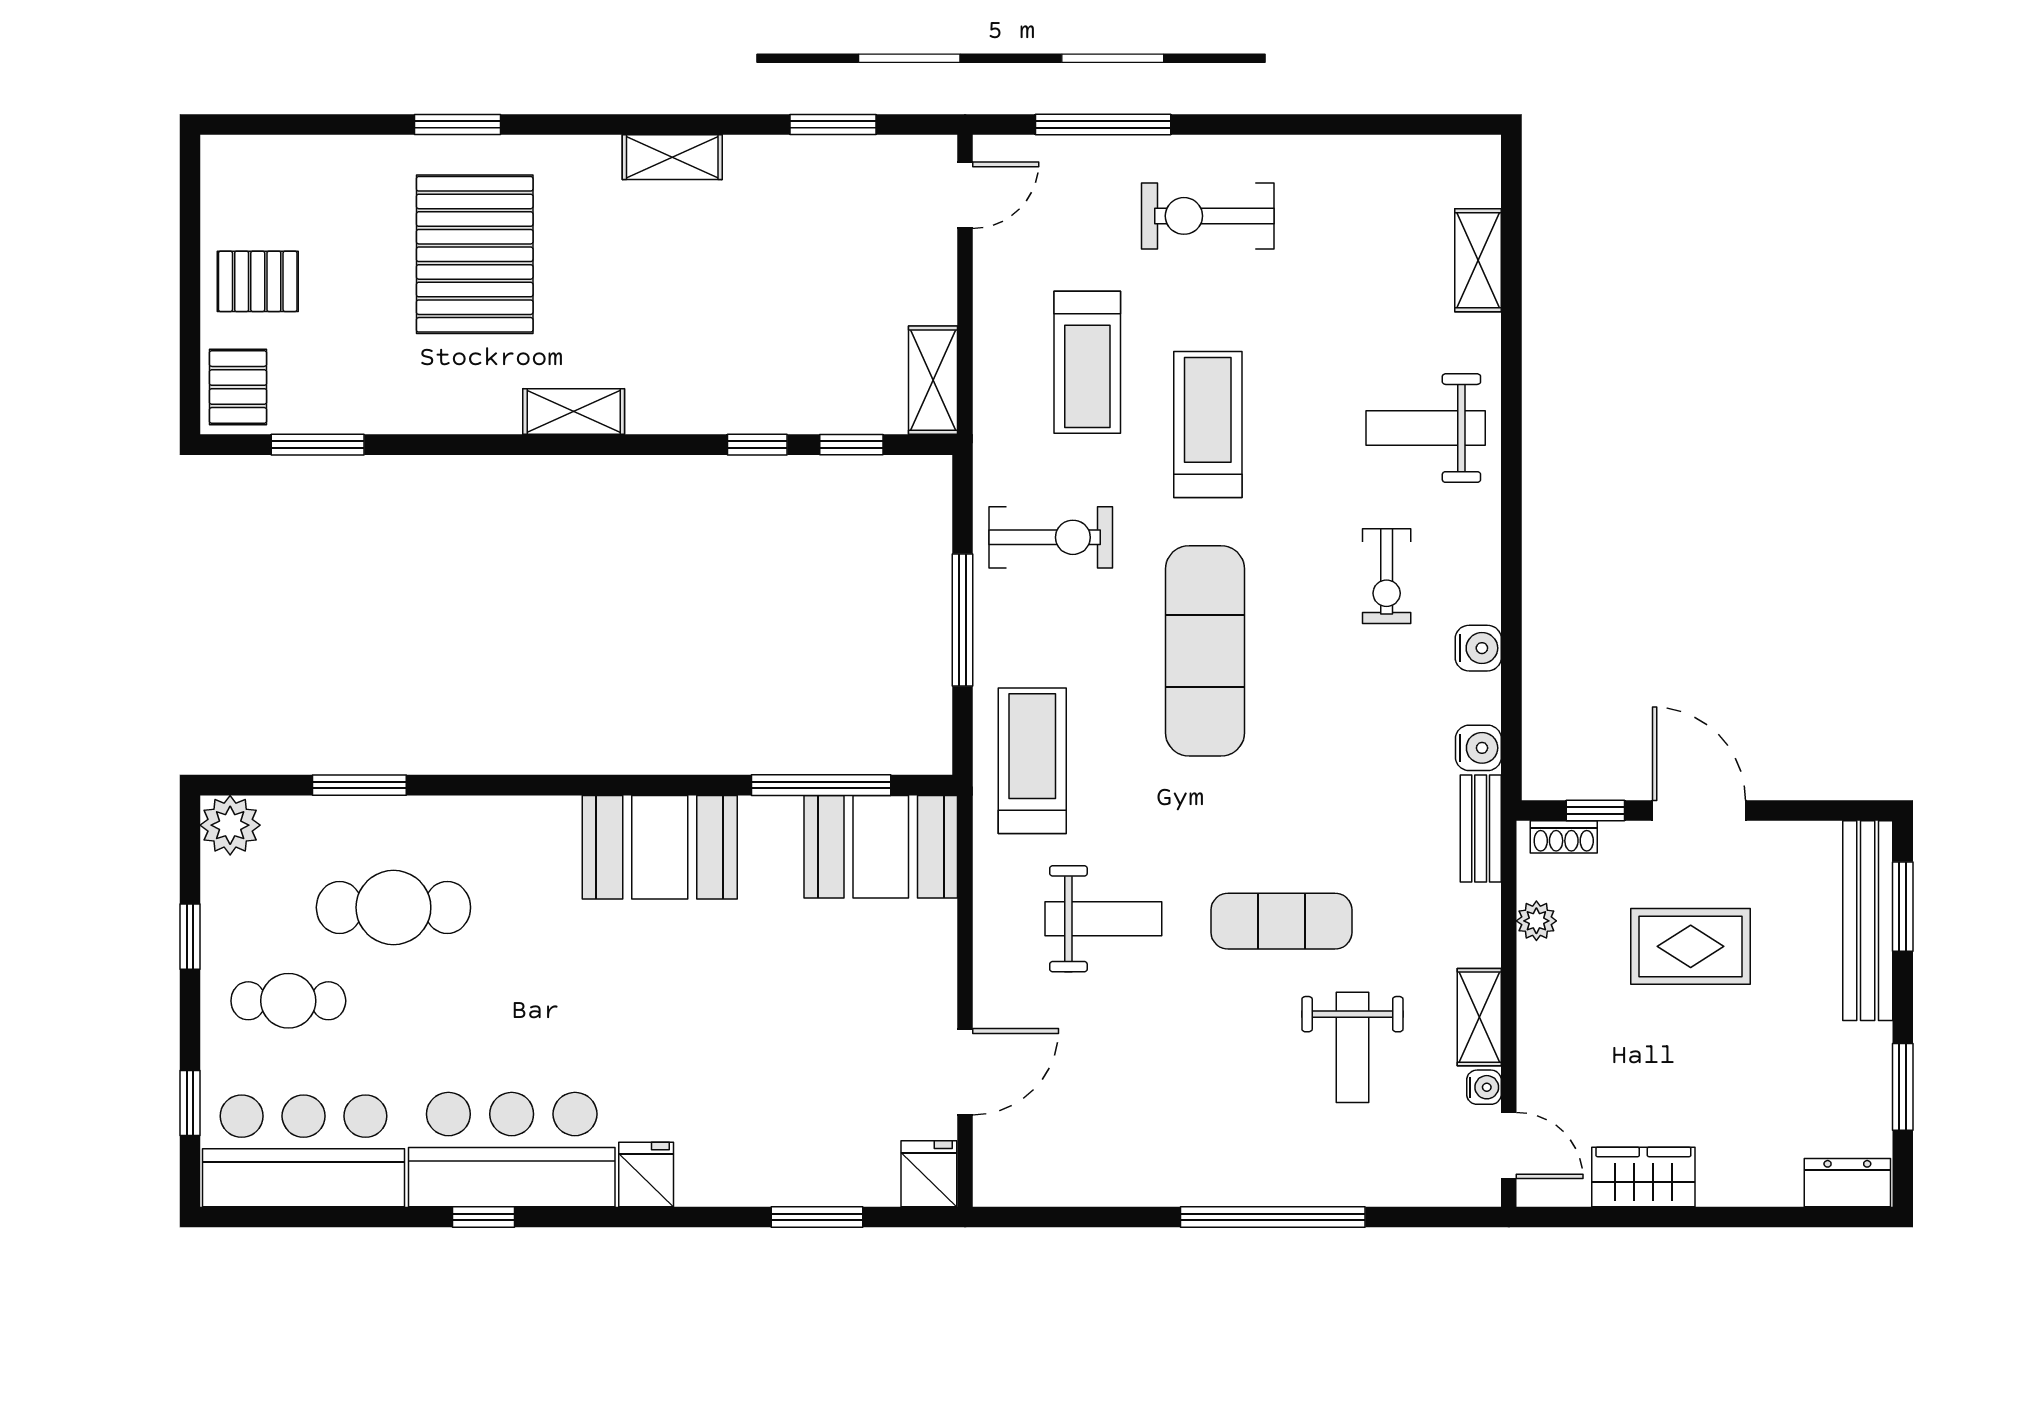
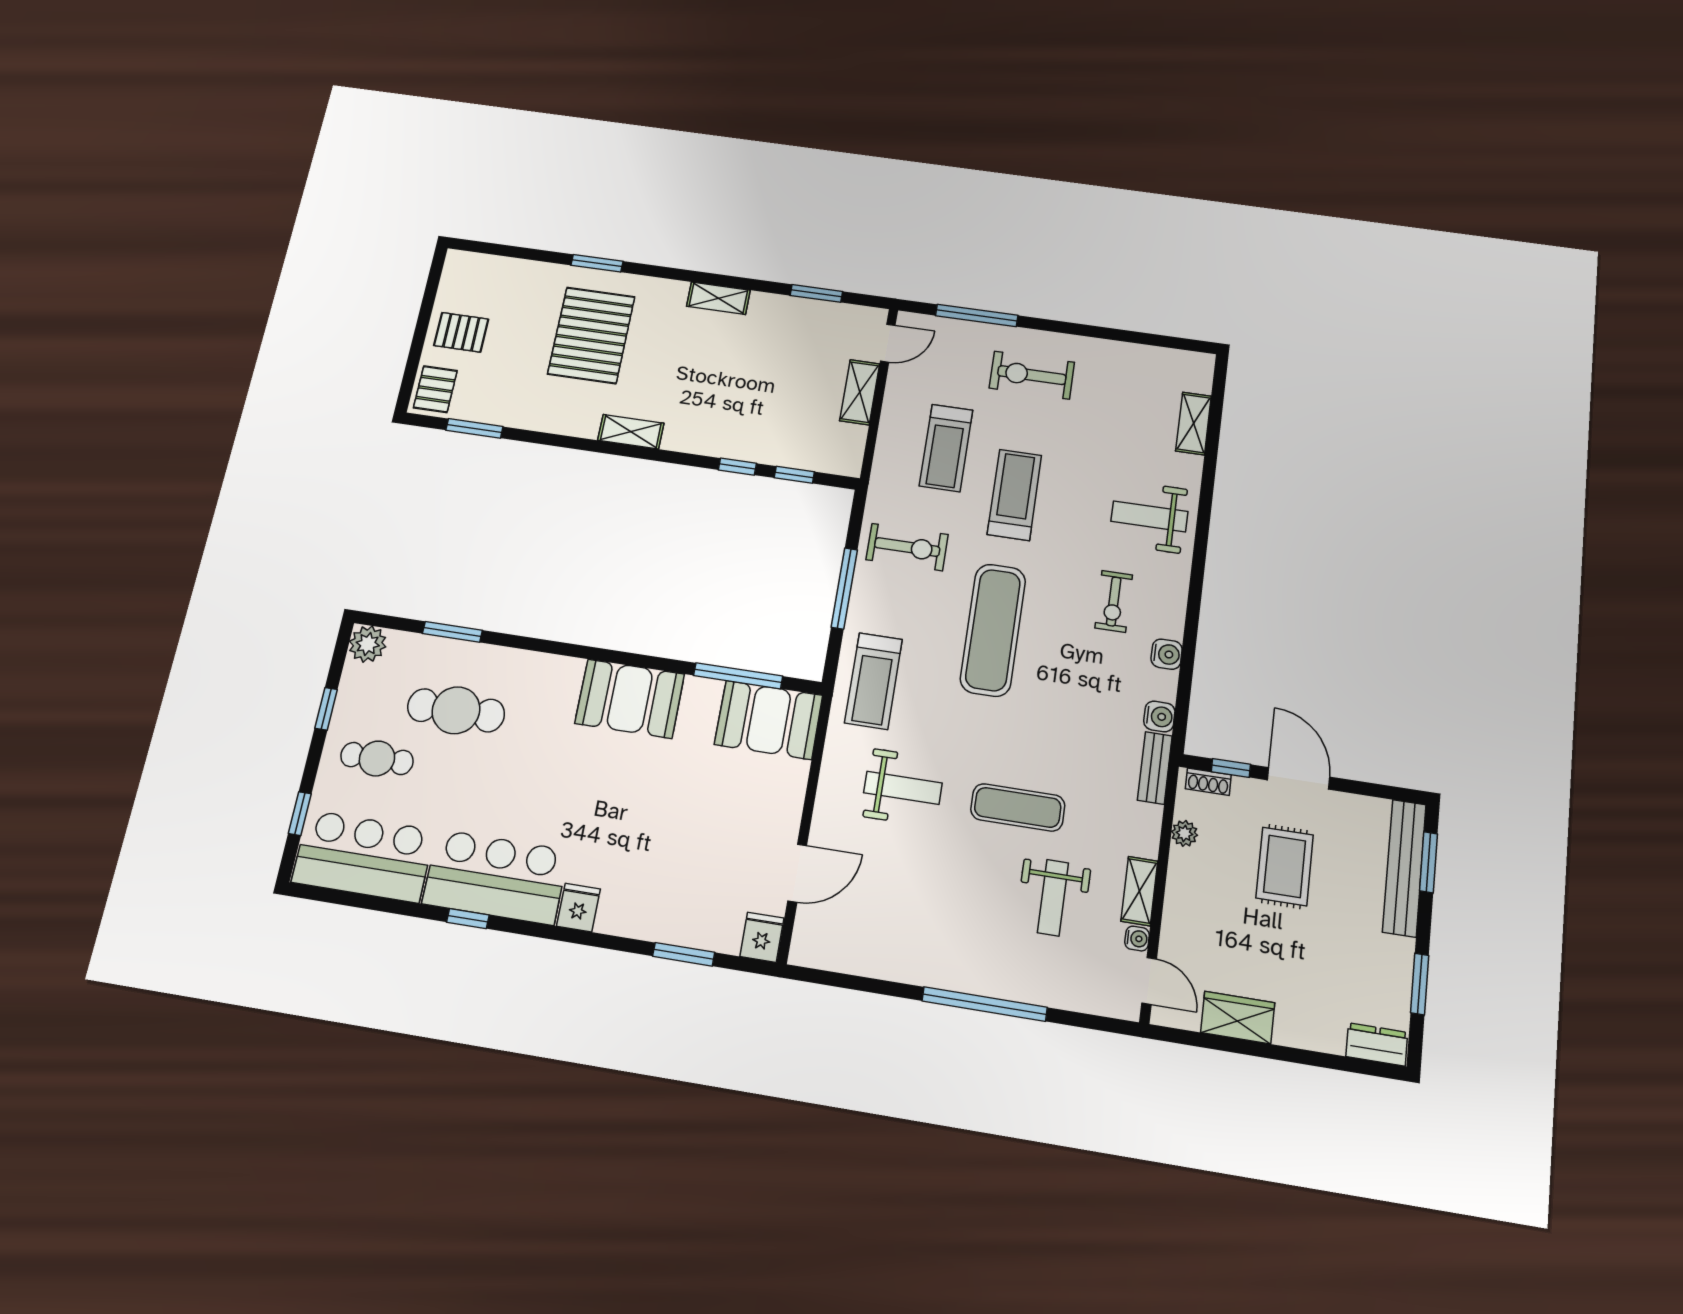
shelving: (933, 380) -> (860, 392), moved
treadmill: (1032, 761) -> (873, 681), turned 180
rug: (1691, 946) -> (1285, 866), turned 90

